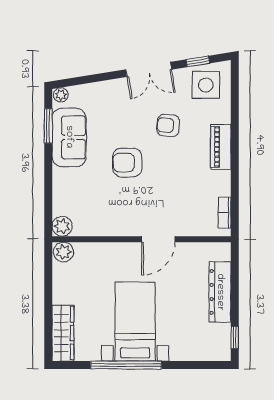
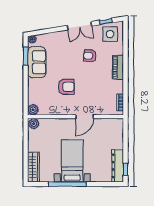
armchair: (127, 163) -> (66, 87), moved, turned 180
dresser: (220, 292) -> (118, 166), moved

